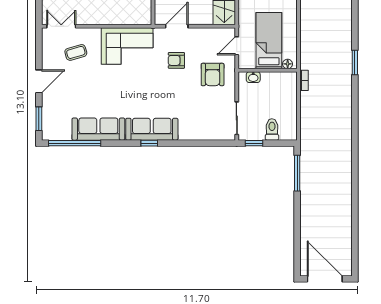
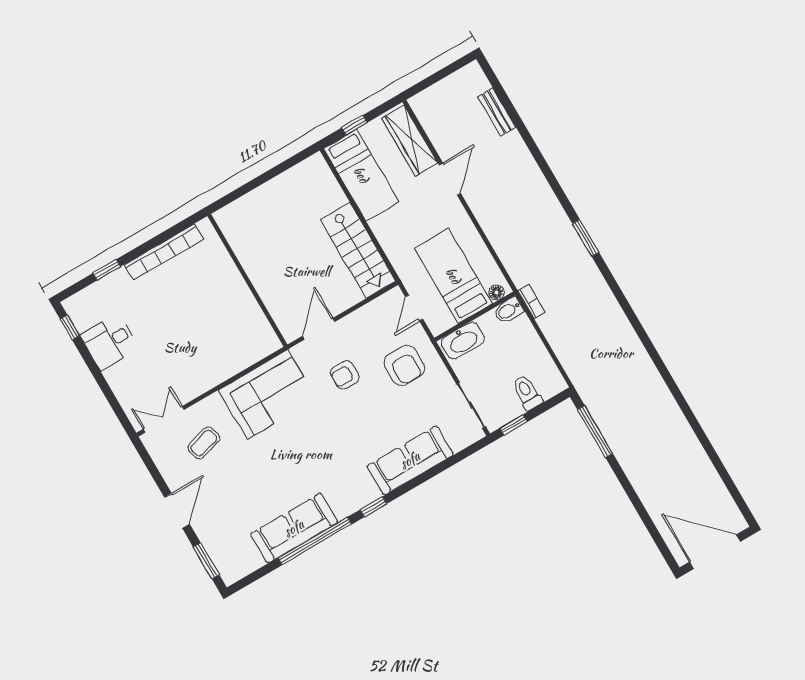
washbasin: (253, 77) -> (463, 341), width x1.91, depth x1.45
bidet: (288, 78) -> (508, 310), added
sofa: (152, 129) -> (410, 460), moved
window: (75, 143) -> (315, 541), moved

